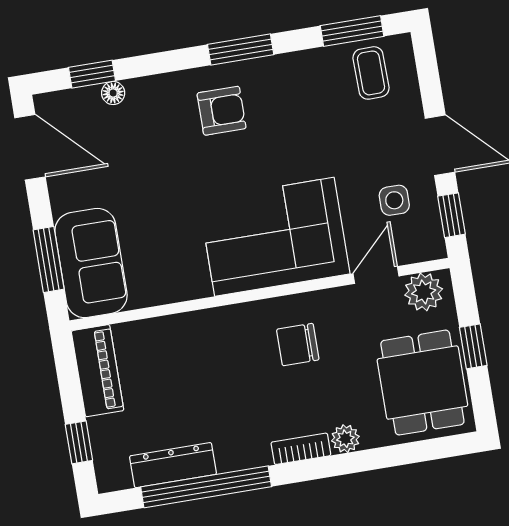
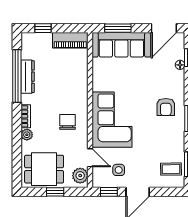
sofa: (91, 263) -> (121, 45), width x1.36
dresser: (173, 465) -> (28, 77), moved

